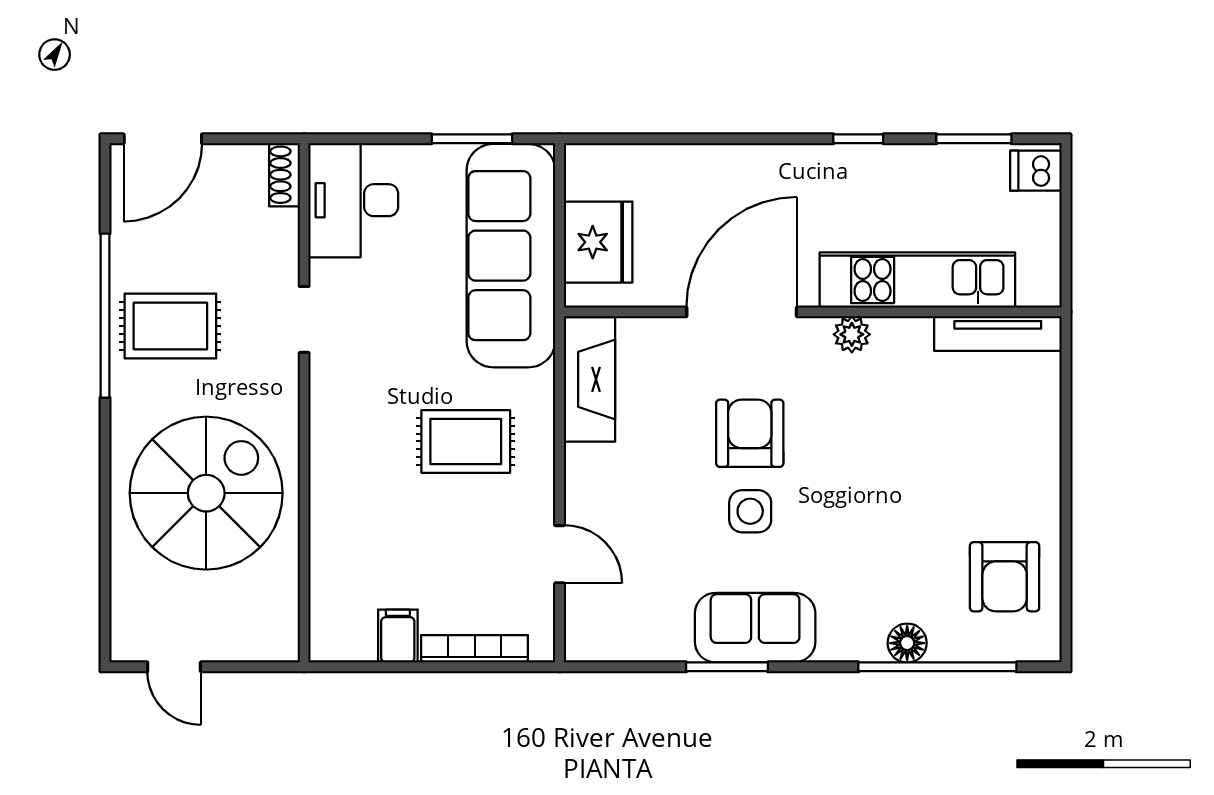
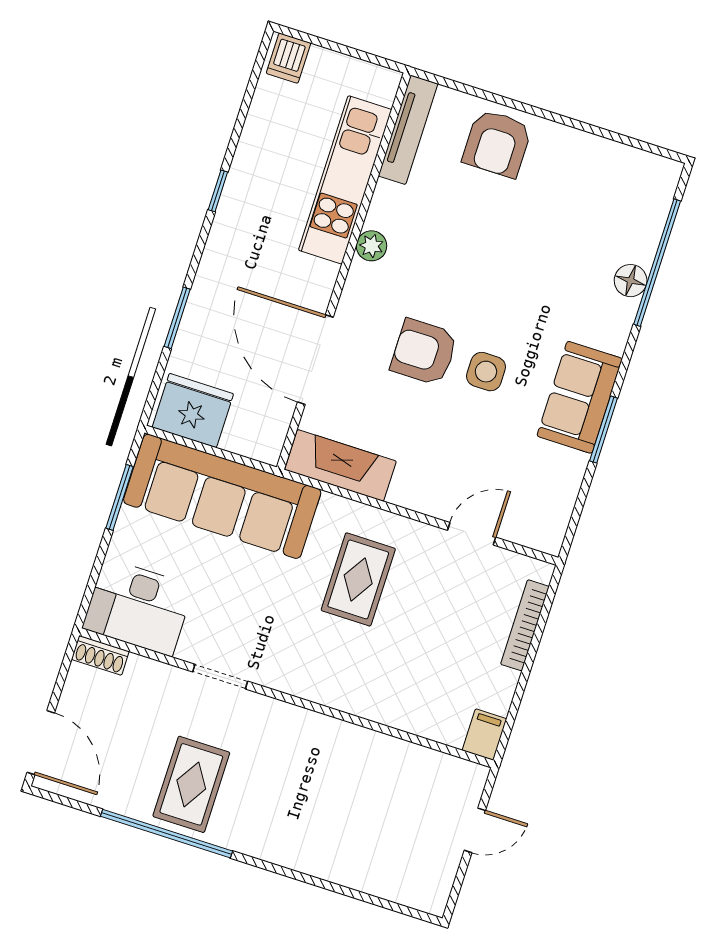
window: (974, 139) -> (177, 318), moved
fridge: (598, 242) -> (193, 410), moved
door: (742, 312) -> (315, 360), moved
spiral stairs: (206, 493) -> (333, 799), removed
armchair: (1005, 577) -> (497, 143), moved, turned 90
filing cabinet: (398, 636) -> (484, 735), moved, turned 90
door: (174, 667) -> (475, 830), moved

